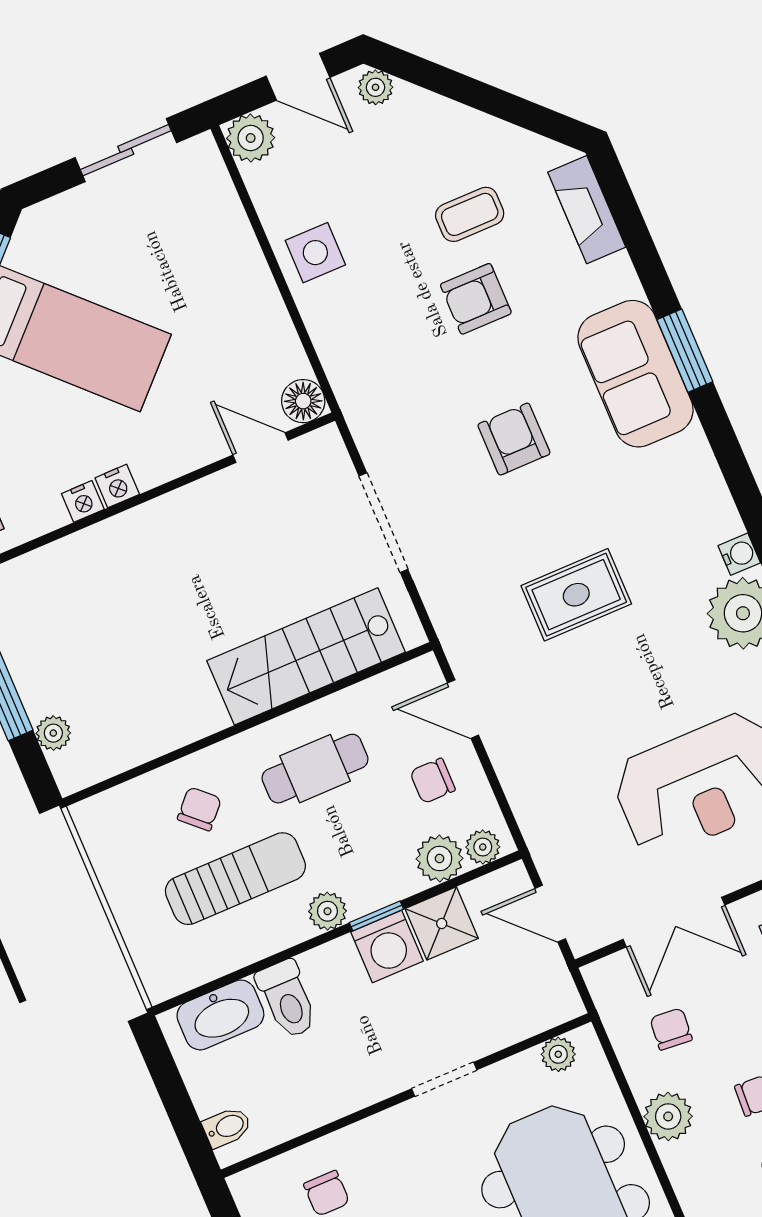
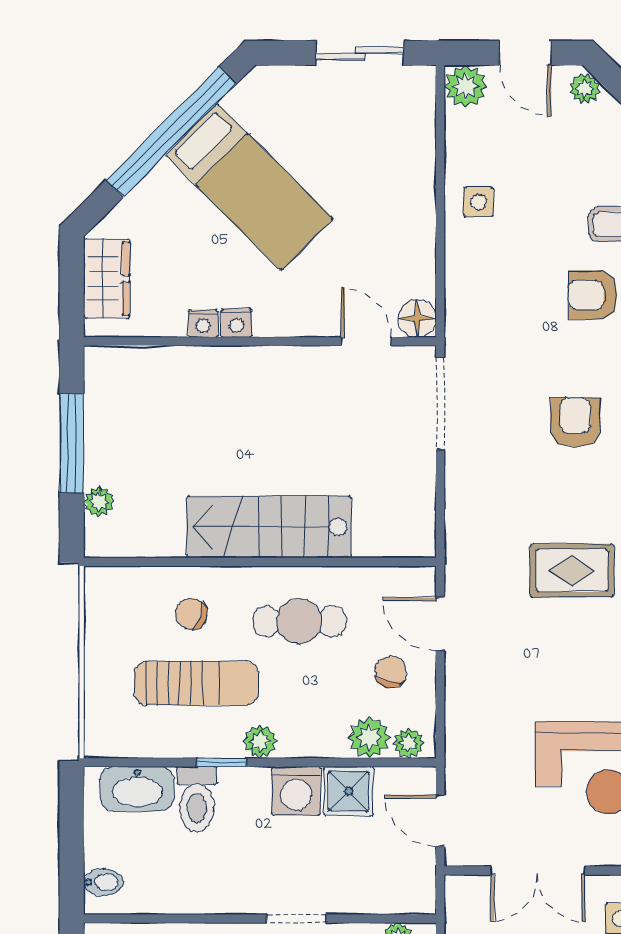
side table: (315, 253) -> (478, 202), width x0.73, depth x0.73
doorway: (383, 523) -> (440, 404), moved
stairs: (306, 656) -> (269, 527), moved
chair: (433, 781) -> (391, 672), turned 100
chair: (199, 809) -> (191, 614), turned -114
window: (376, 916) -> (222, 762), moved

